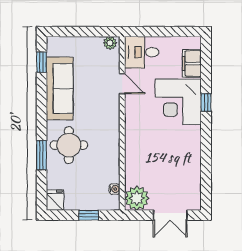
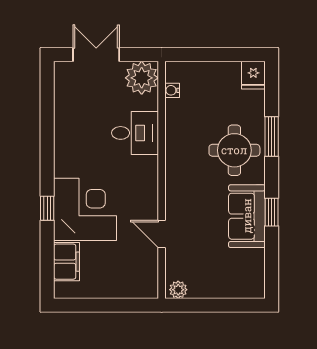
desk: (142, 52) -> (135, 133), moved
window: (42, 62) -> (272, 212), moved
sofa: (60, 88) -> (247, 216), width x0.73
window: (89, 215) -> (207, 55), removed

